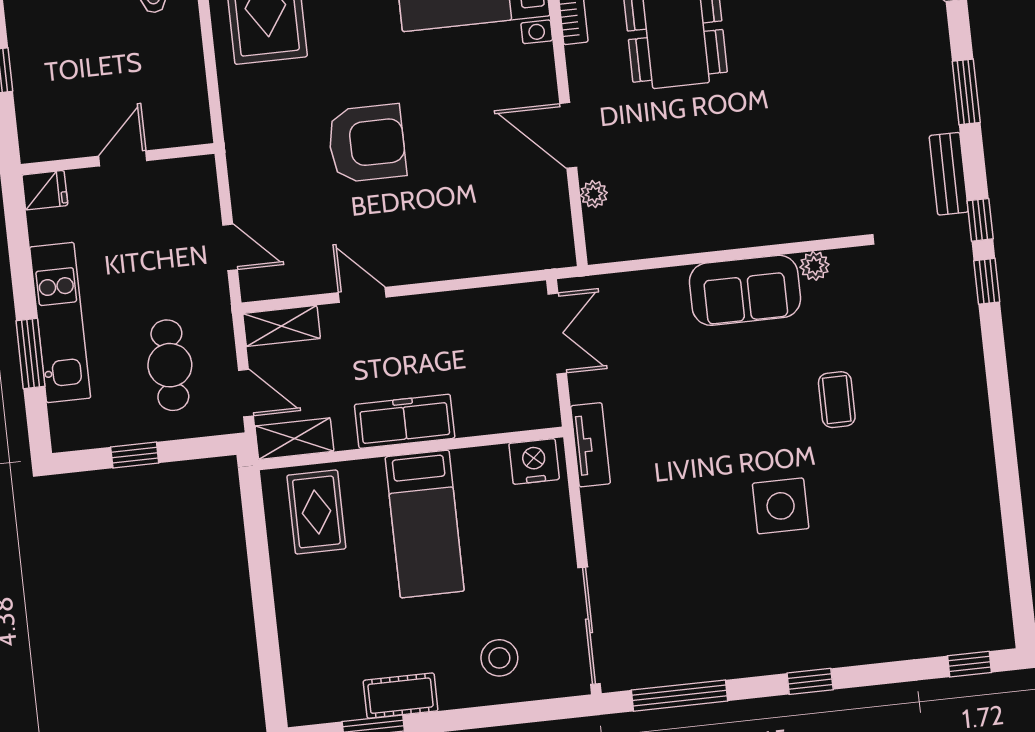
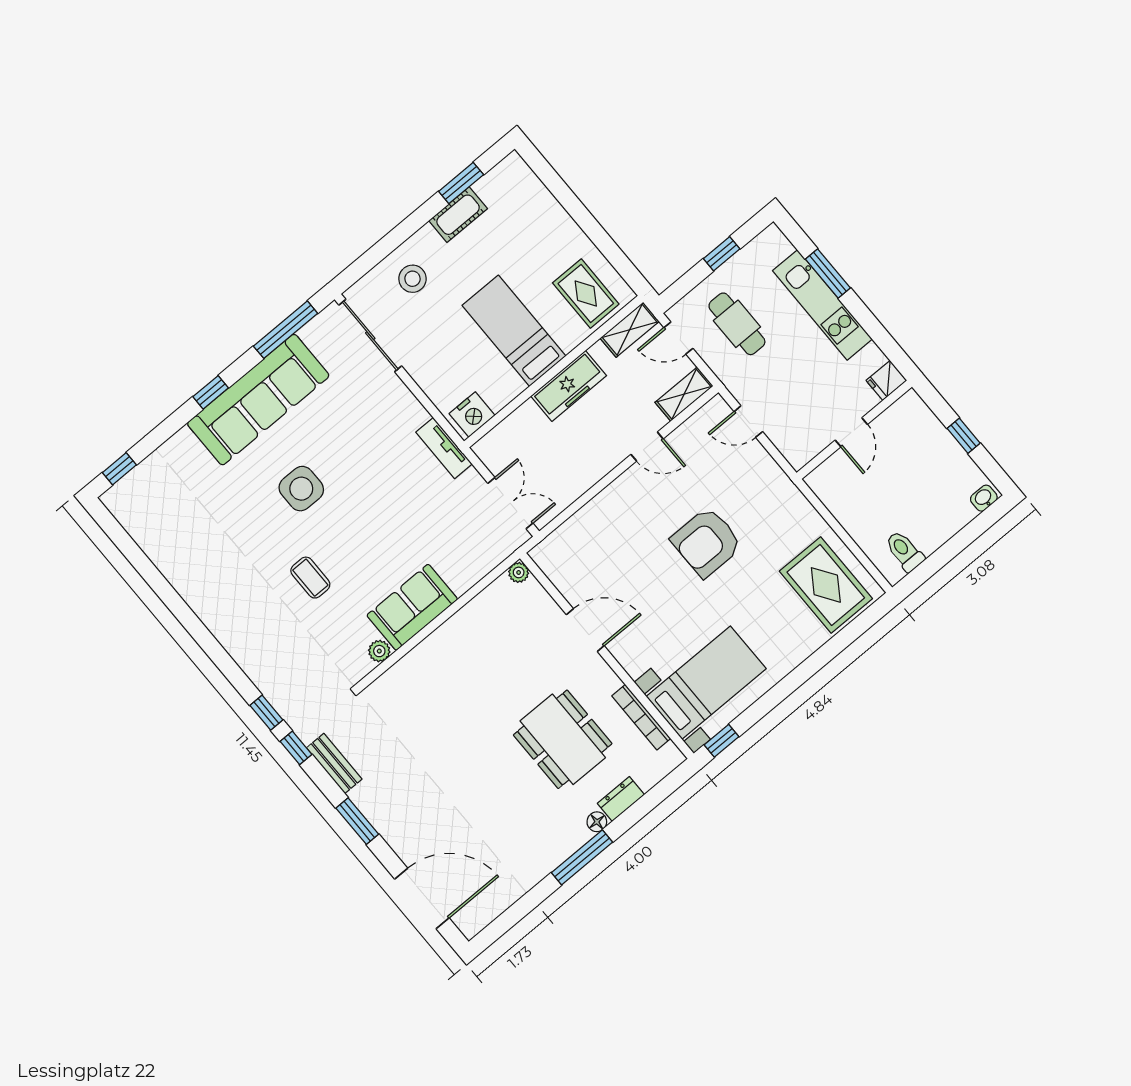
plant: (594, 194) -> (519, 572), moved
double door: (557, 334) -> (510, 503), swing flipped
sofa: (762, 638) -> (258, 400), added

